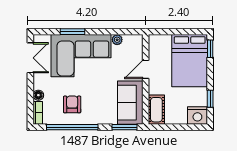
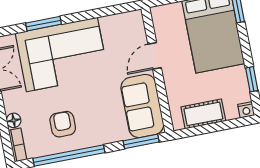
plant: (117, 40) -> (107, 23), removed
cot: (156, 110) -> (203, 114), moved, turned 90
nightstand: (197, 115) -> (246, 110), width x0.53, depth x0.56

